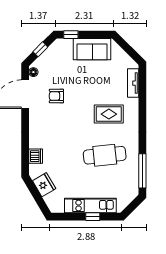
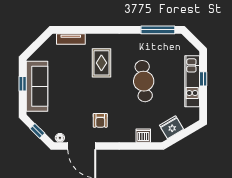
window: (71, 35) -> (23, 84), moved
sofa: (92, 49) -> (37, 86), width x1.36
armchair: (56, 96) -> (100, 120), moved
cafe table: (105, 155) -> (144, 81), moved

